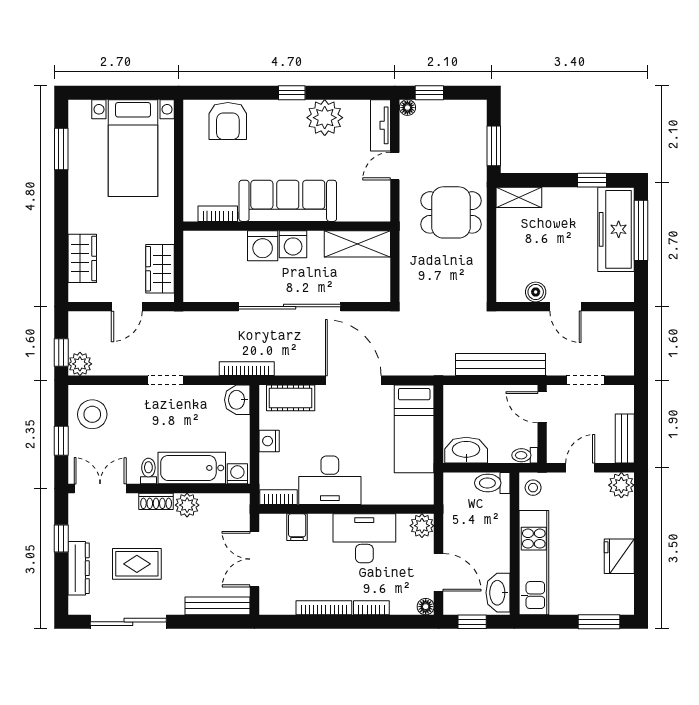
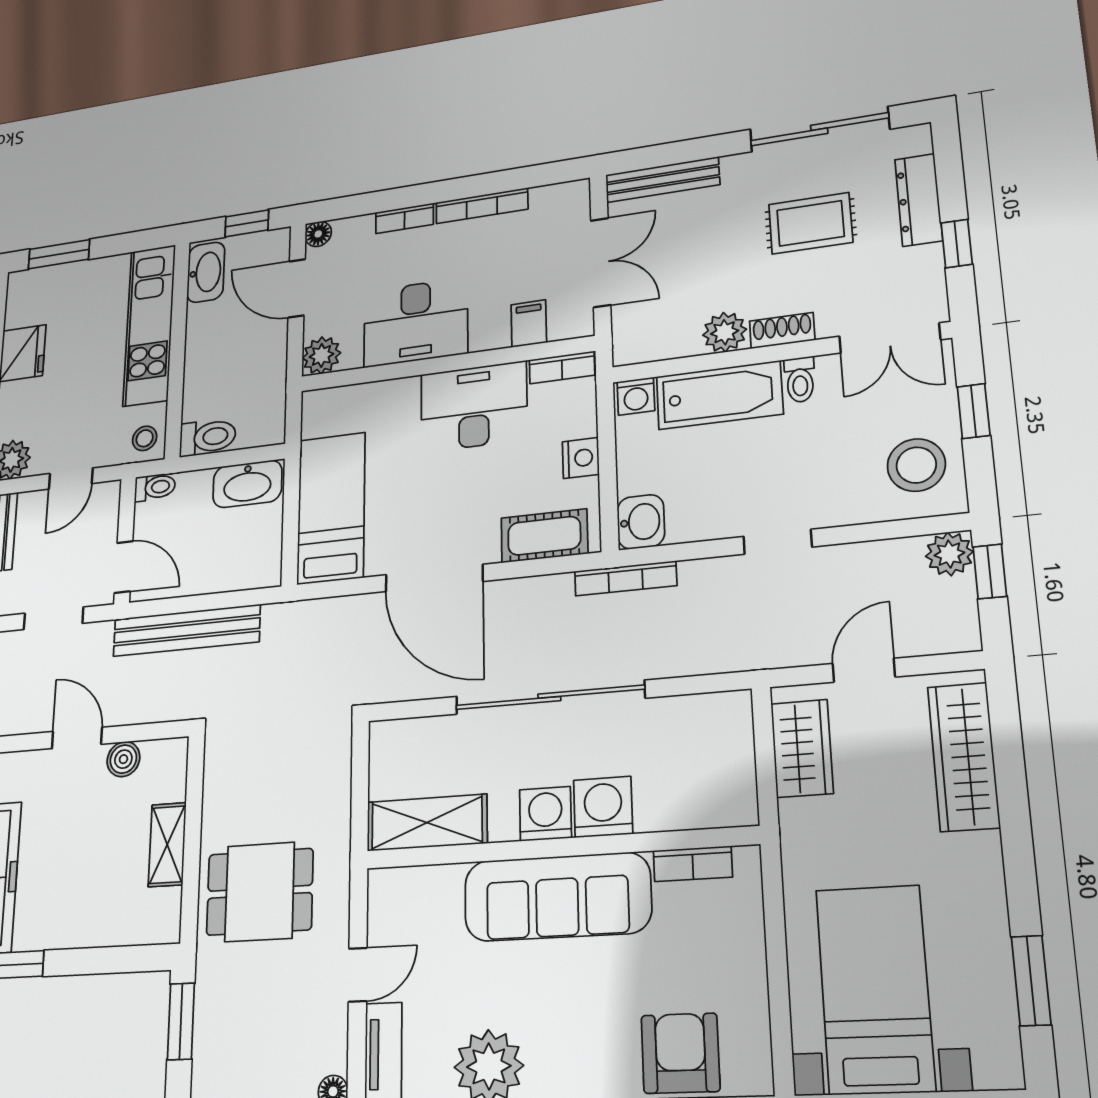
shelving: (519, 197) -> (167, 845), moved, turned 90
wardrobe: (82, 258) -> (963, 757), width x1.50

